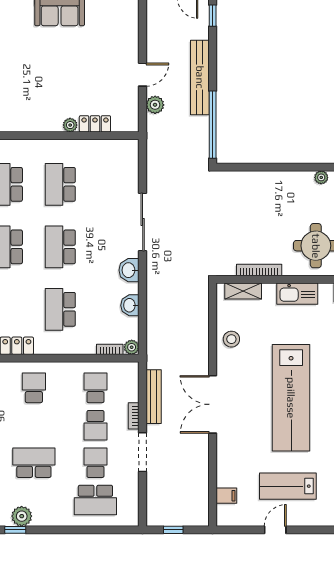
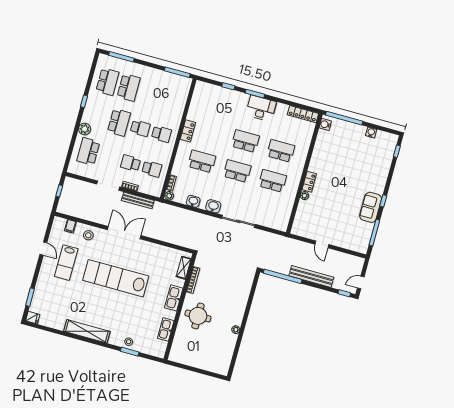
plant: (155, 105) -> (303, 247), removed
locker: (95, 124) -> (309, 182), moved
stool: (231, 339) -> (88, 235), moved
school desk: (95, 463) -> (140, 128), moved
lab bench: (288, 486) -> (66, 263), turned 180
plant: (22, 516) -> (85, 129), moved

